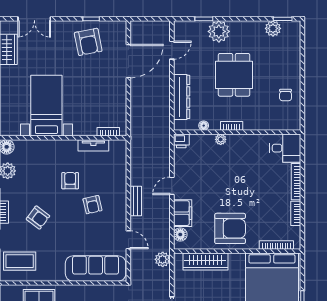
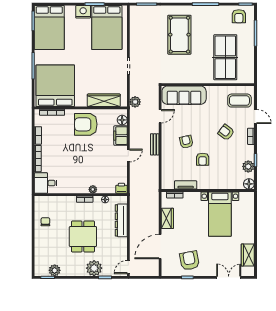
door: (172, 50) -> (128, 267), moved
wardrobe: (118, 100) -> (167, 218), added
door: (128, 240) -> (160, 116), swing flipped

